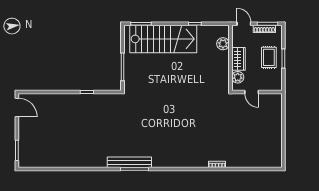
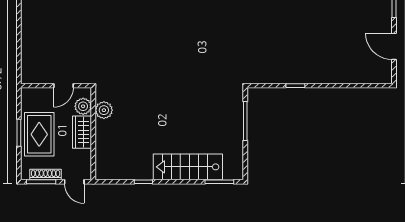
stairs: (163, 39) -> (188, 167), width x0.73, depth x0.66
plant: (223, 44) -> (104, 110), moved
rug: (269, 57) -> (39, 134), width x1.36, depth x1.43
door: (252, 92) -> (63, 86), swing flipped
door: (17, 107) -> (394, 46), moved

